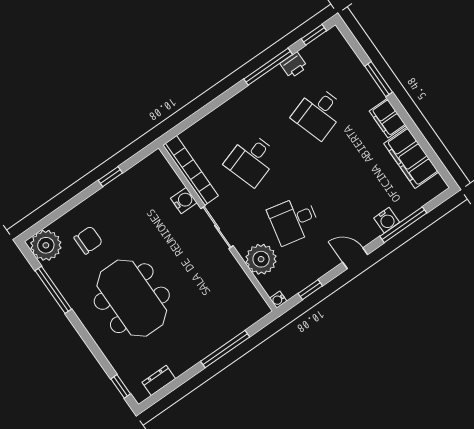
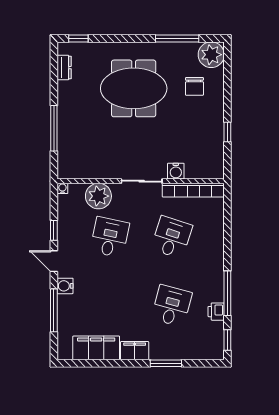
desk: (318, 113) -> (172, 306), turned 33
desk: (251, 159) -> (172, 237), turned 36
water cooler: (387, 220) -> (65, 286), moved
door: (355, 258) -> (54, 261), swing flipped
window: (310, 290) -> (54, 230), moved

